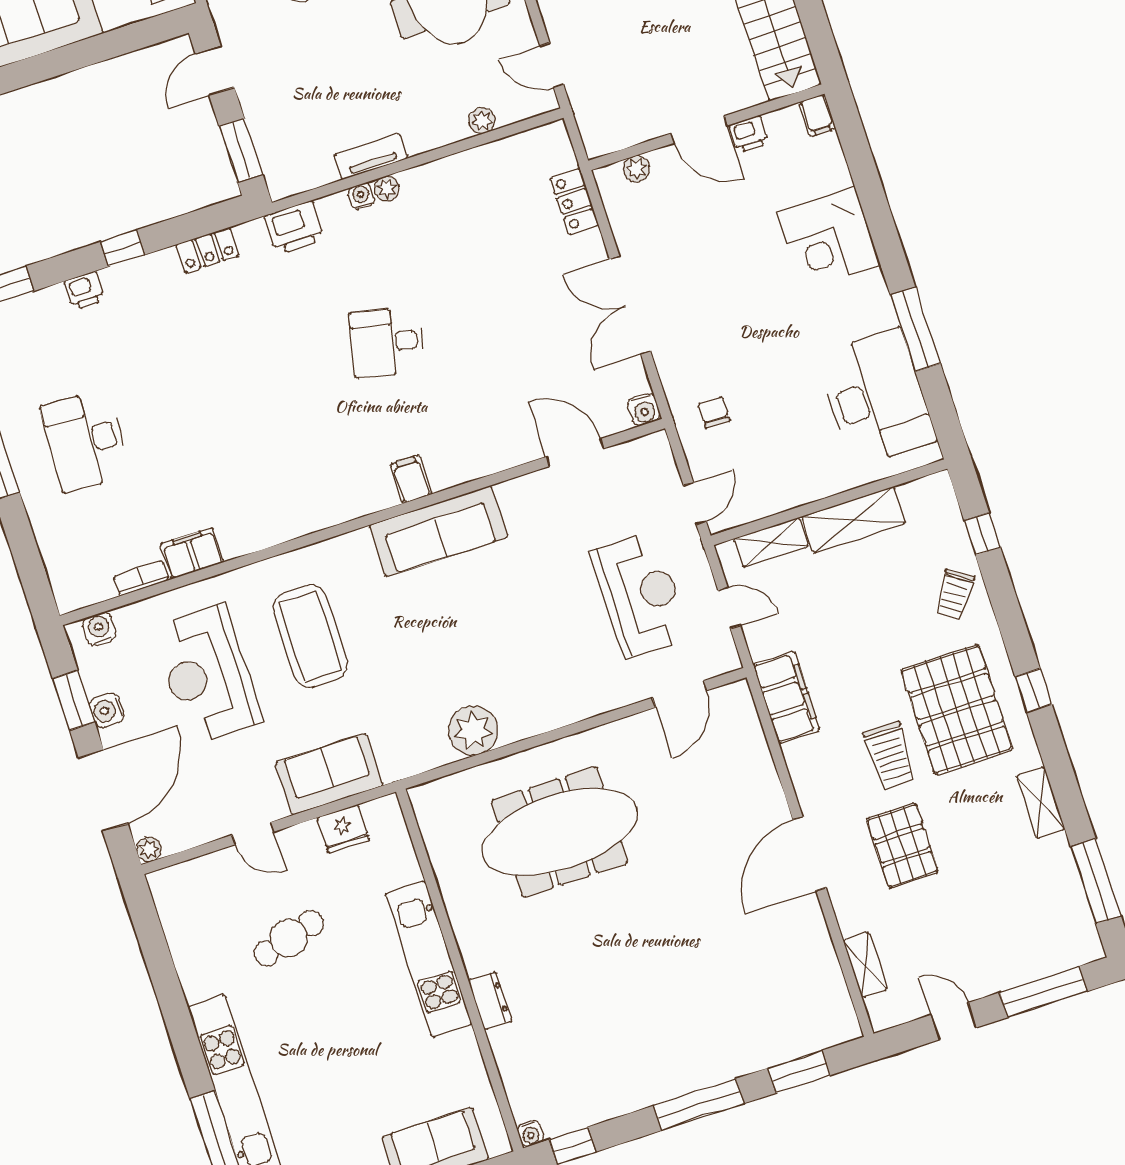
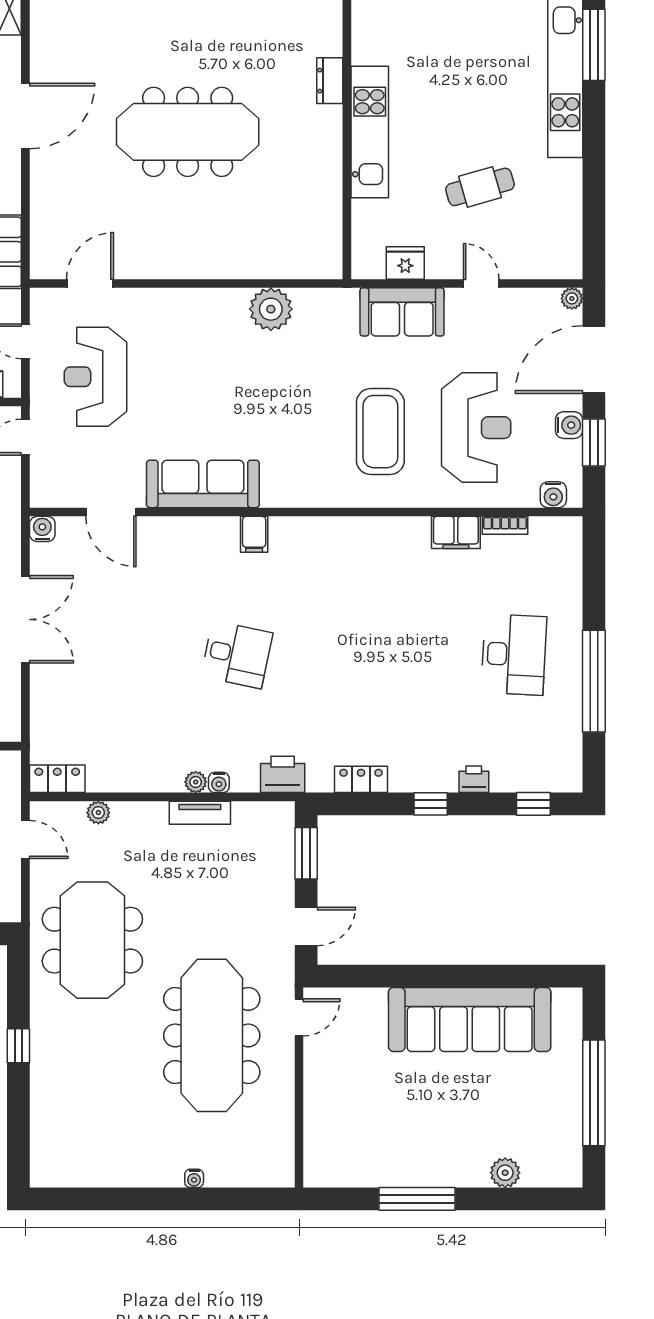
locker: (574, 202) -> (57, 779), moved, turned -90
sofa: (438, 531) -> (203, 484), moved
meeting table: (559, 832) -> (188, 132), moved

